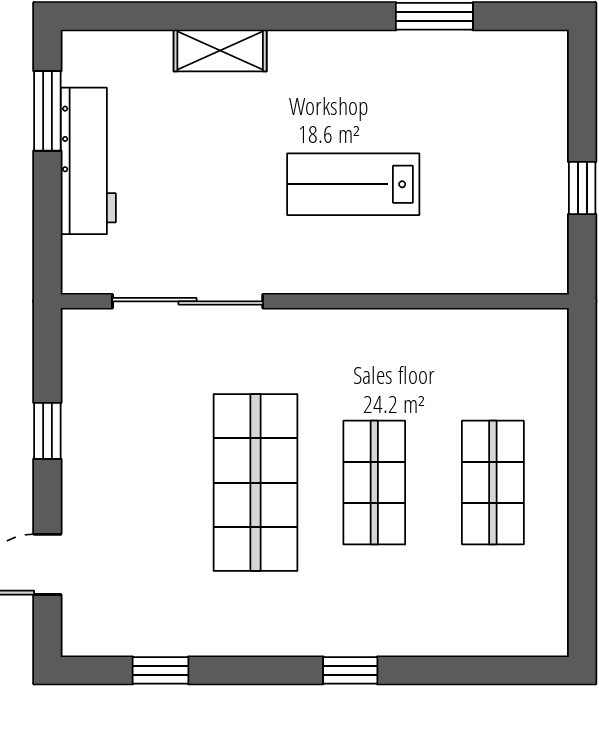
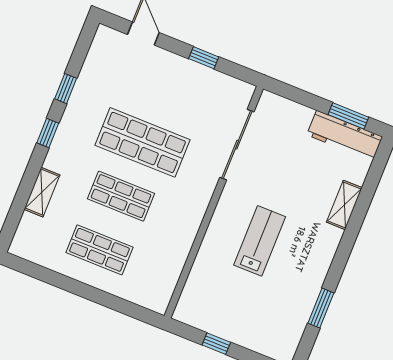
workbench: (88, 161) -> (345, 136), moved
shelving: (427, 636) -> (42, 192), added
window: (160, 670) -> (66, 89), moved
window: (350, 670) -> (48, 133), moved

